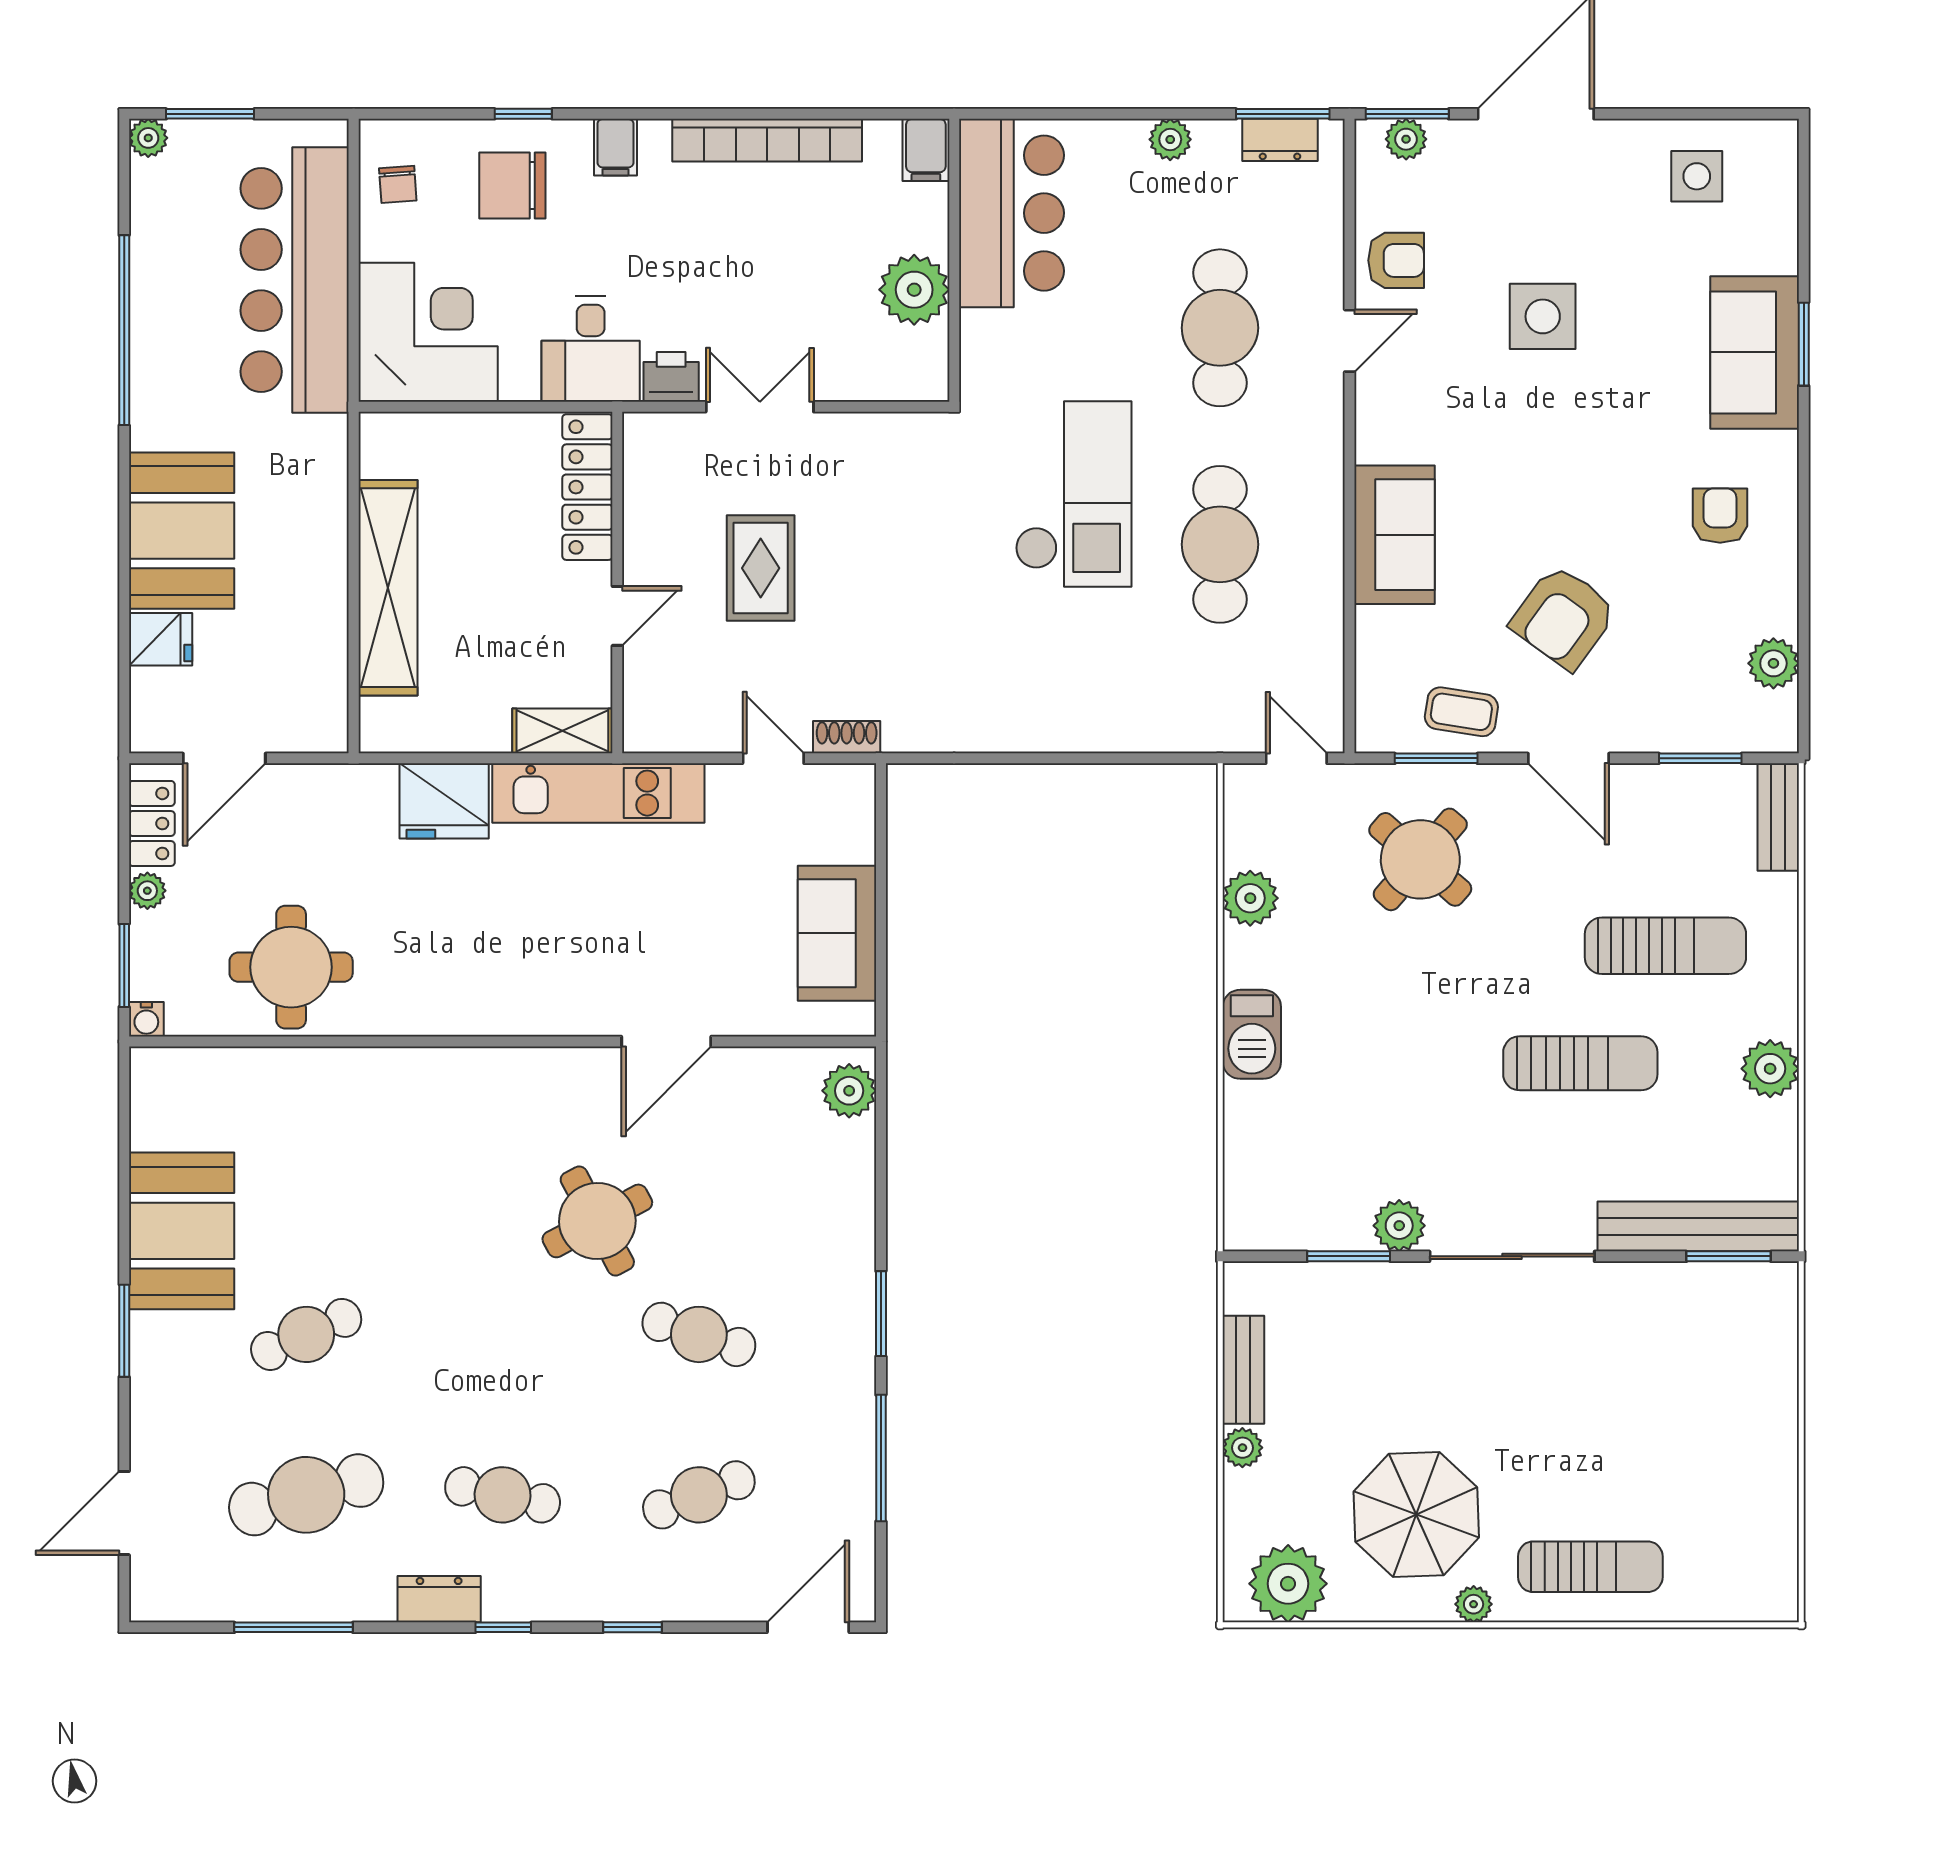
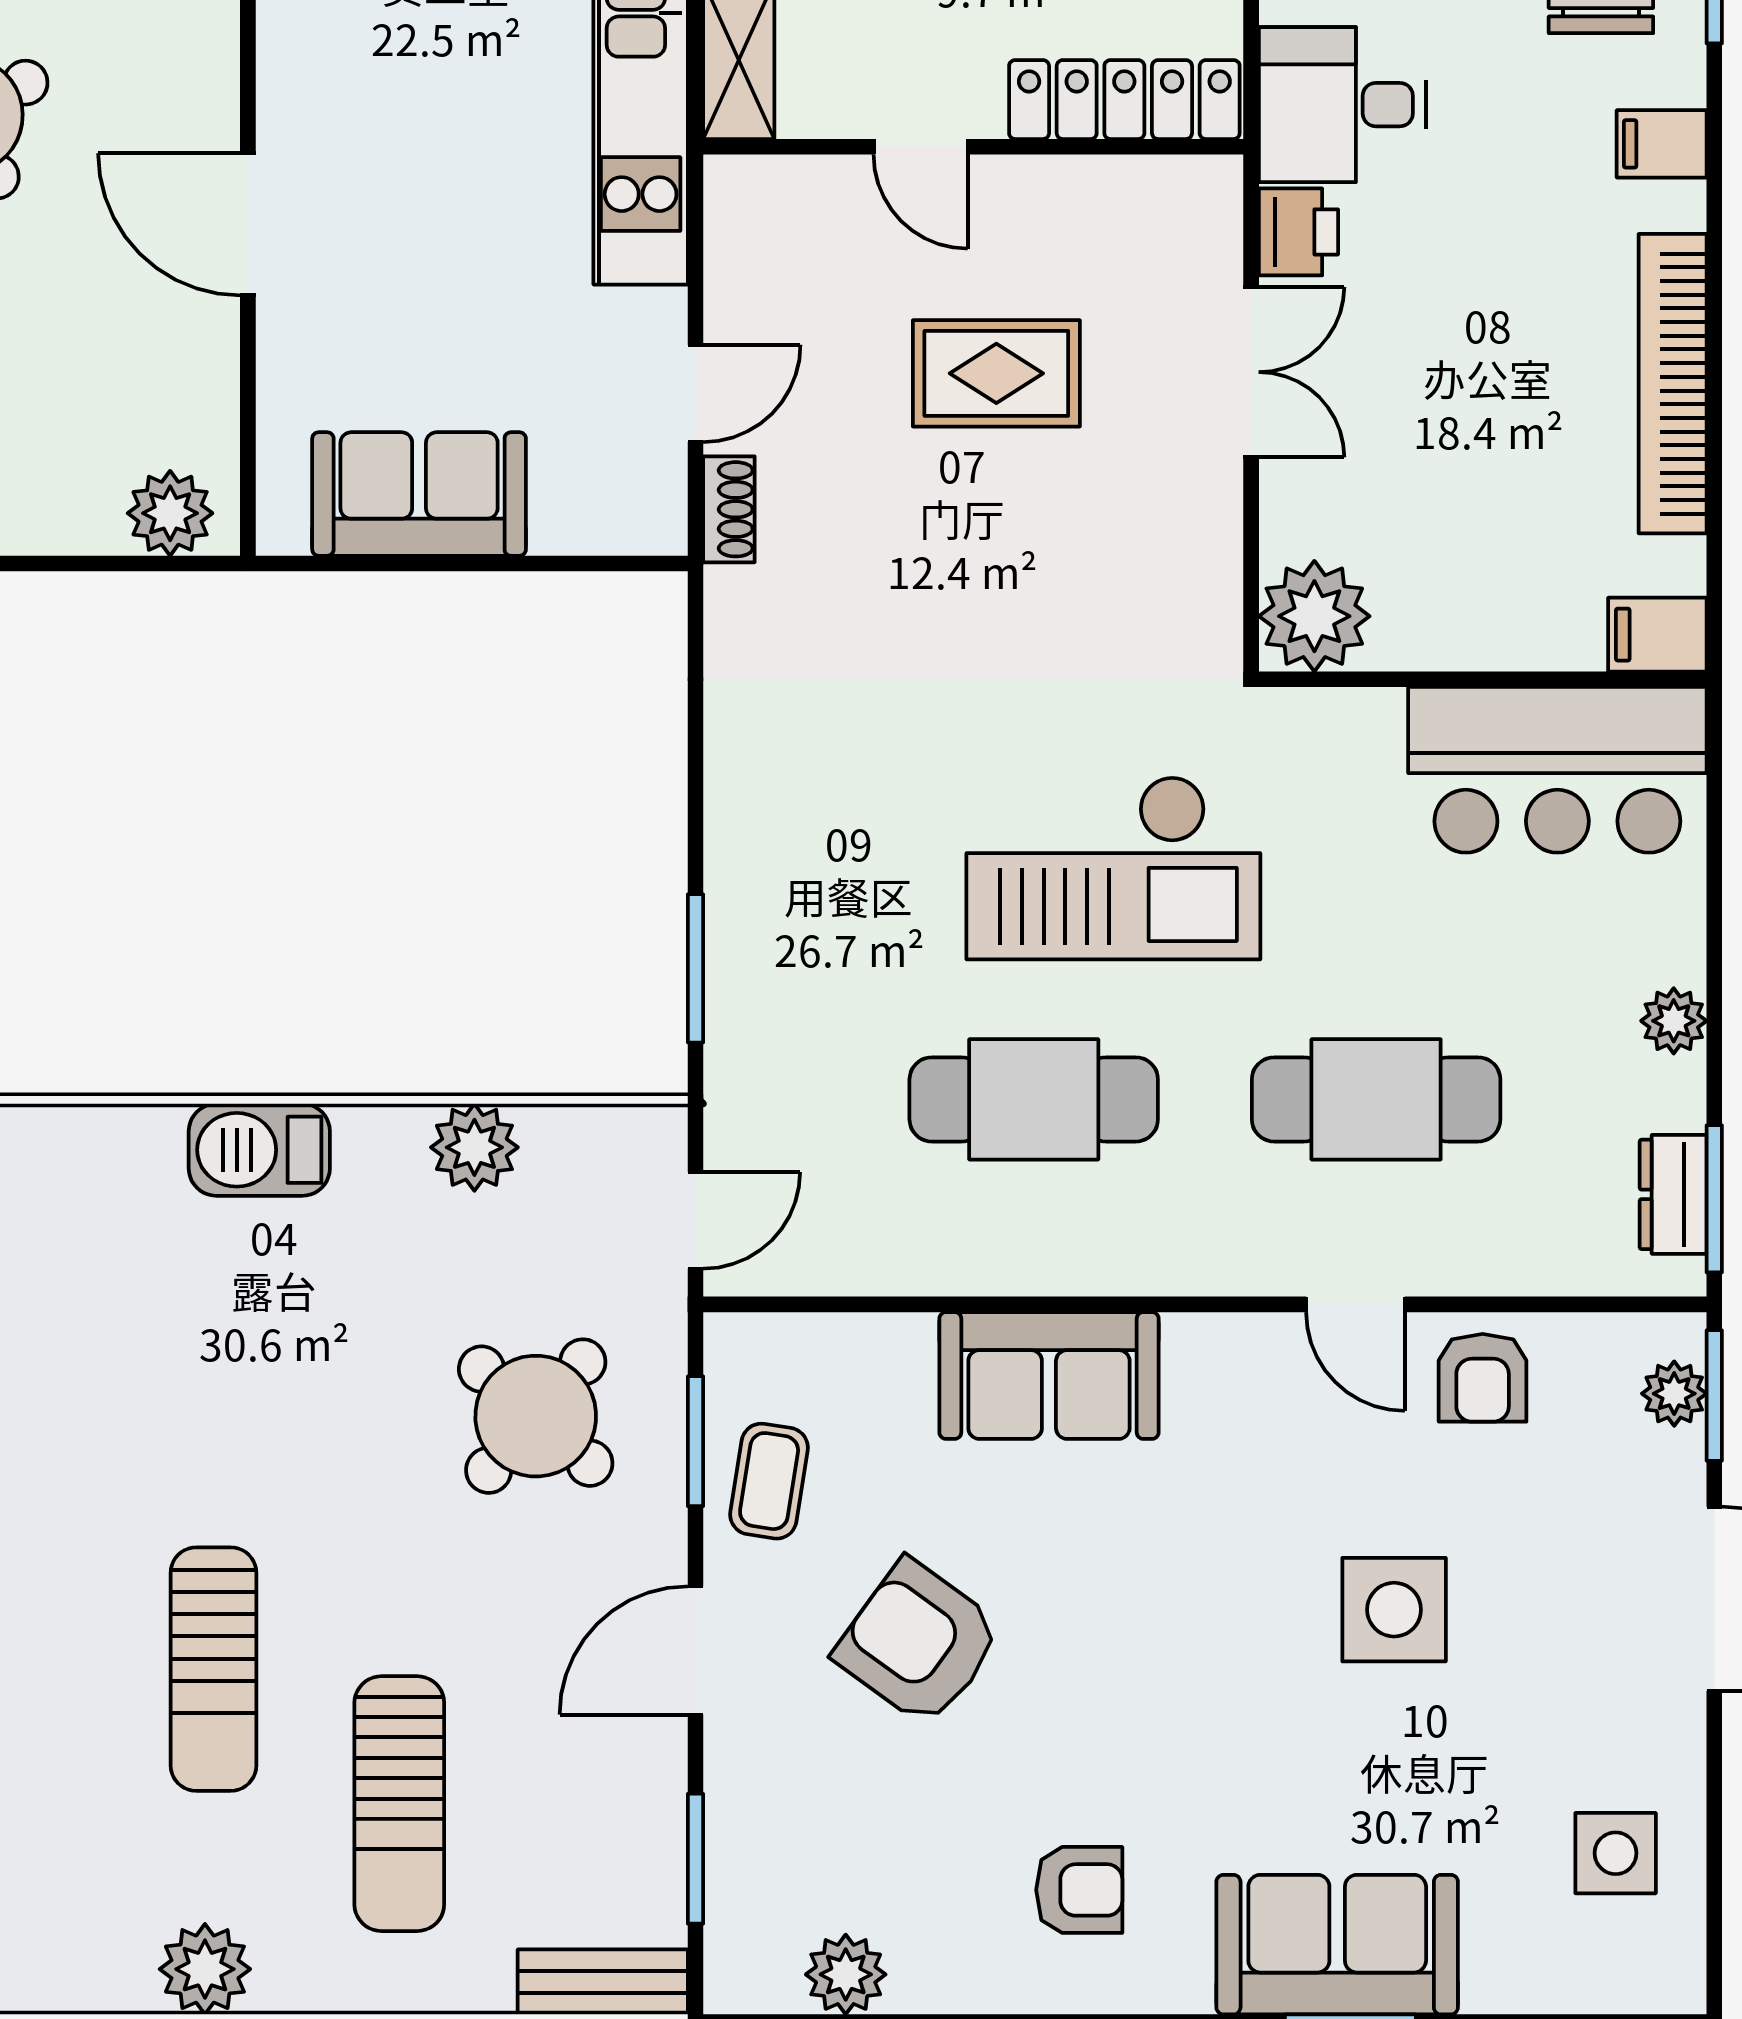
plant: (914, 290) -> (1314, 616), moved
window: (1137, 758) -> (696, 968), added

